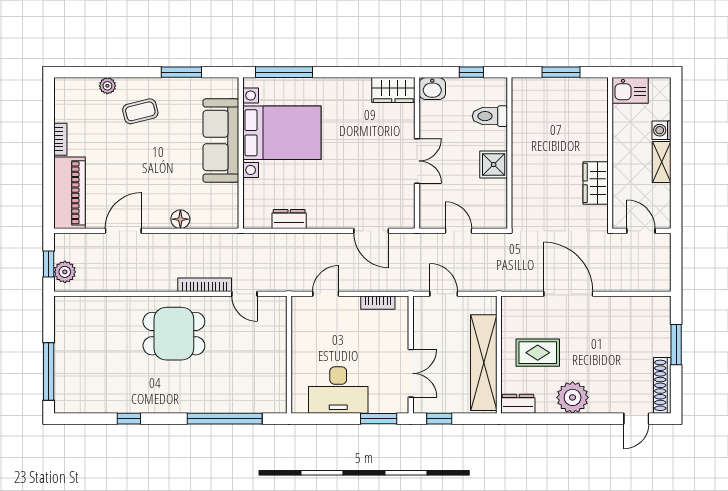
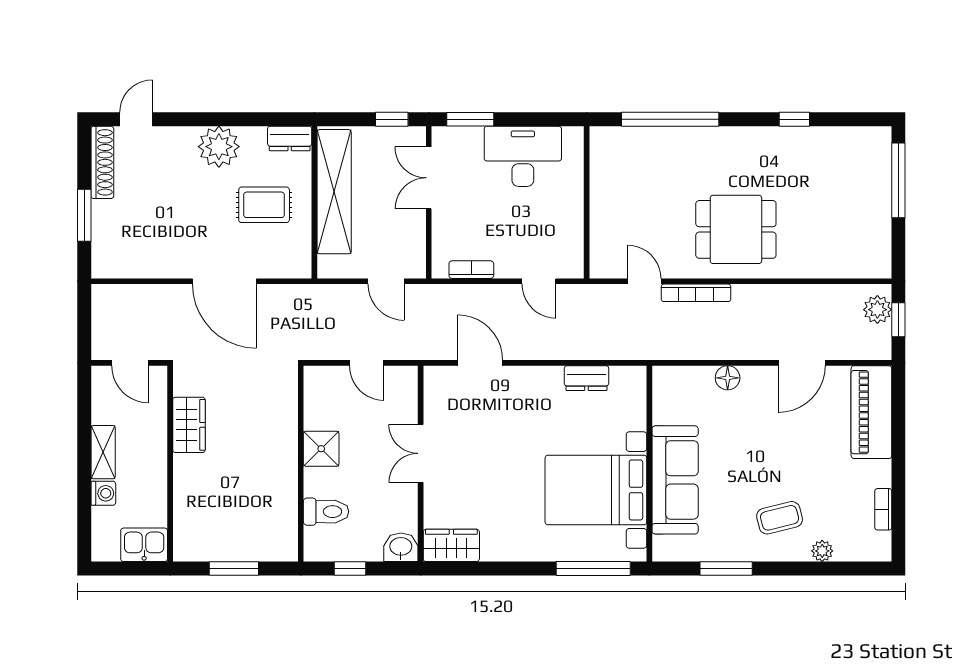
bookcase: (60, 139) -> (883, 509), moved
door: (326, 294) -> (539, 281), hinge flipped

